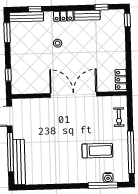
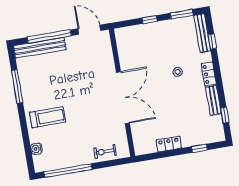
window: (127, 20) -> (199, 148), moved
window: (8, 75) -> (150, 19), moved
locker: (121, 80) -> (169, 144), moved
treadmill: (97, 151) -> (48, 117), moved, turned -90
window: (103, 185) -> (17, 87), moved

